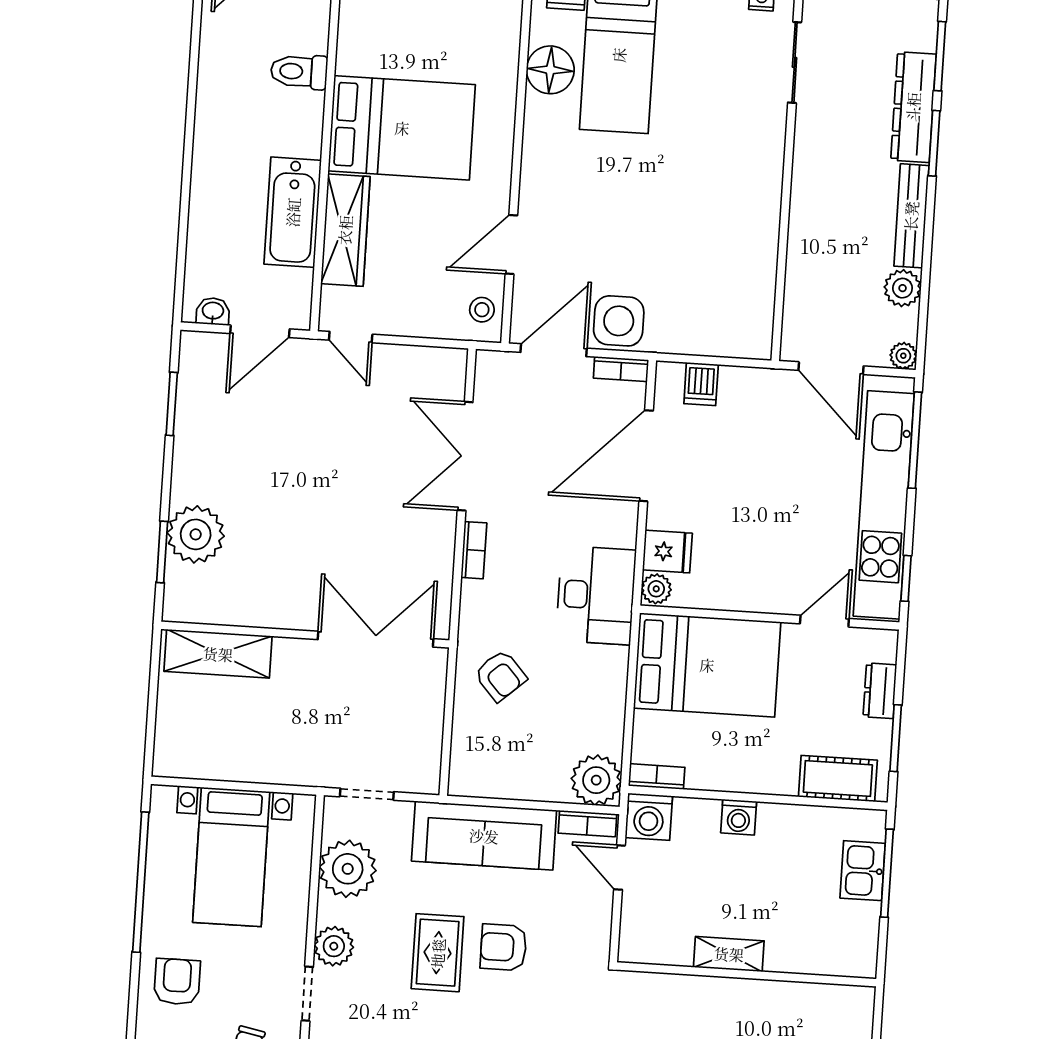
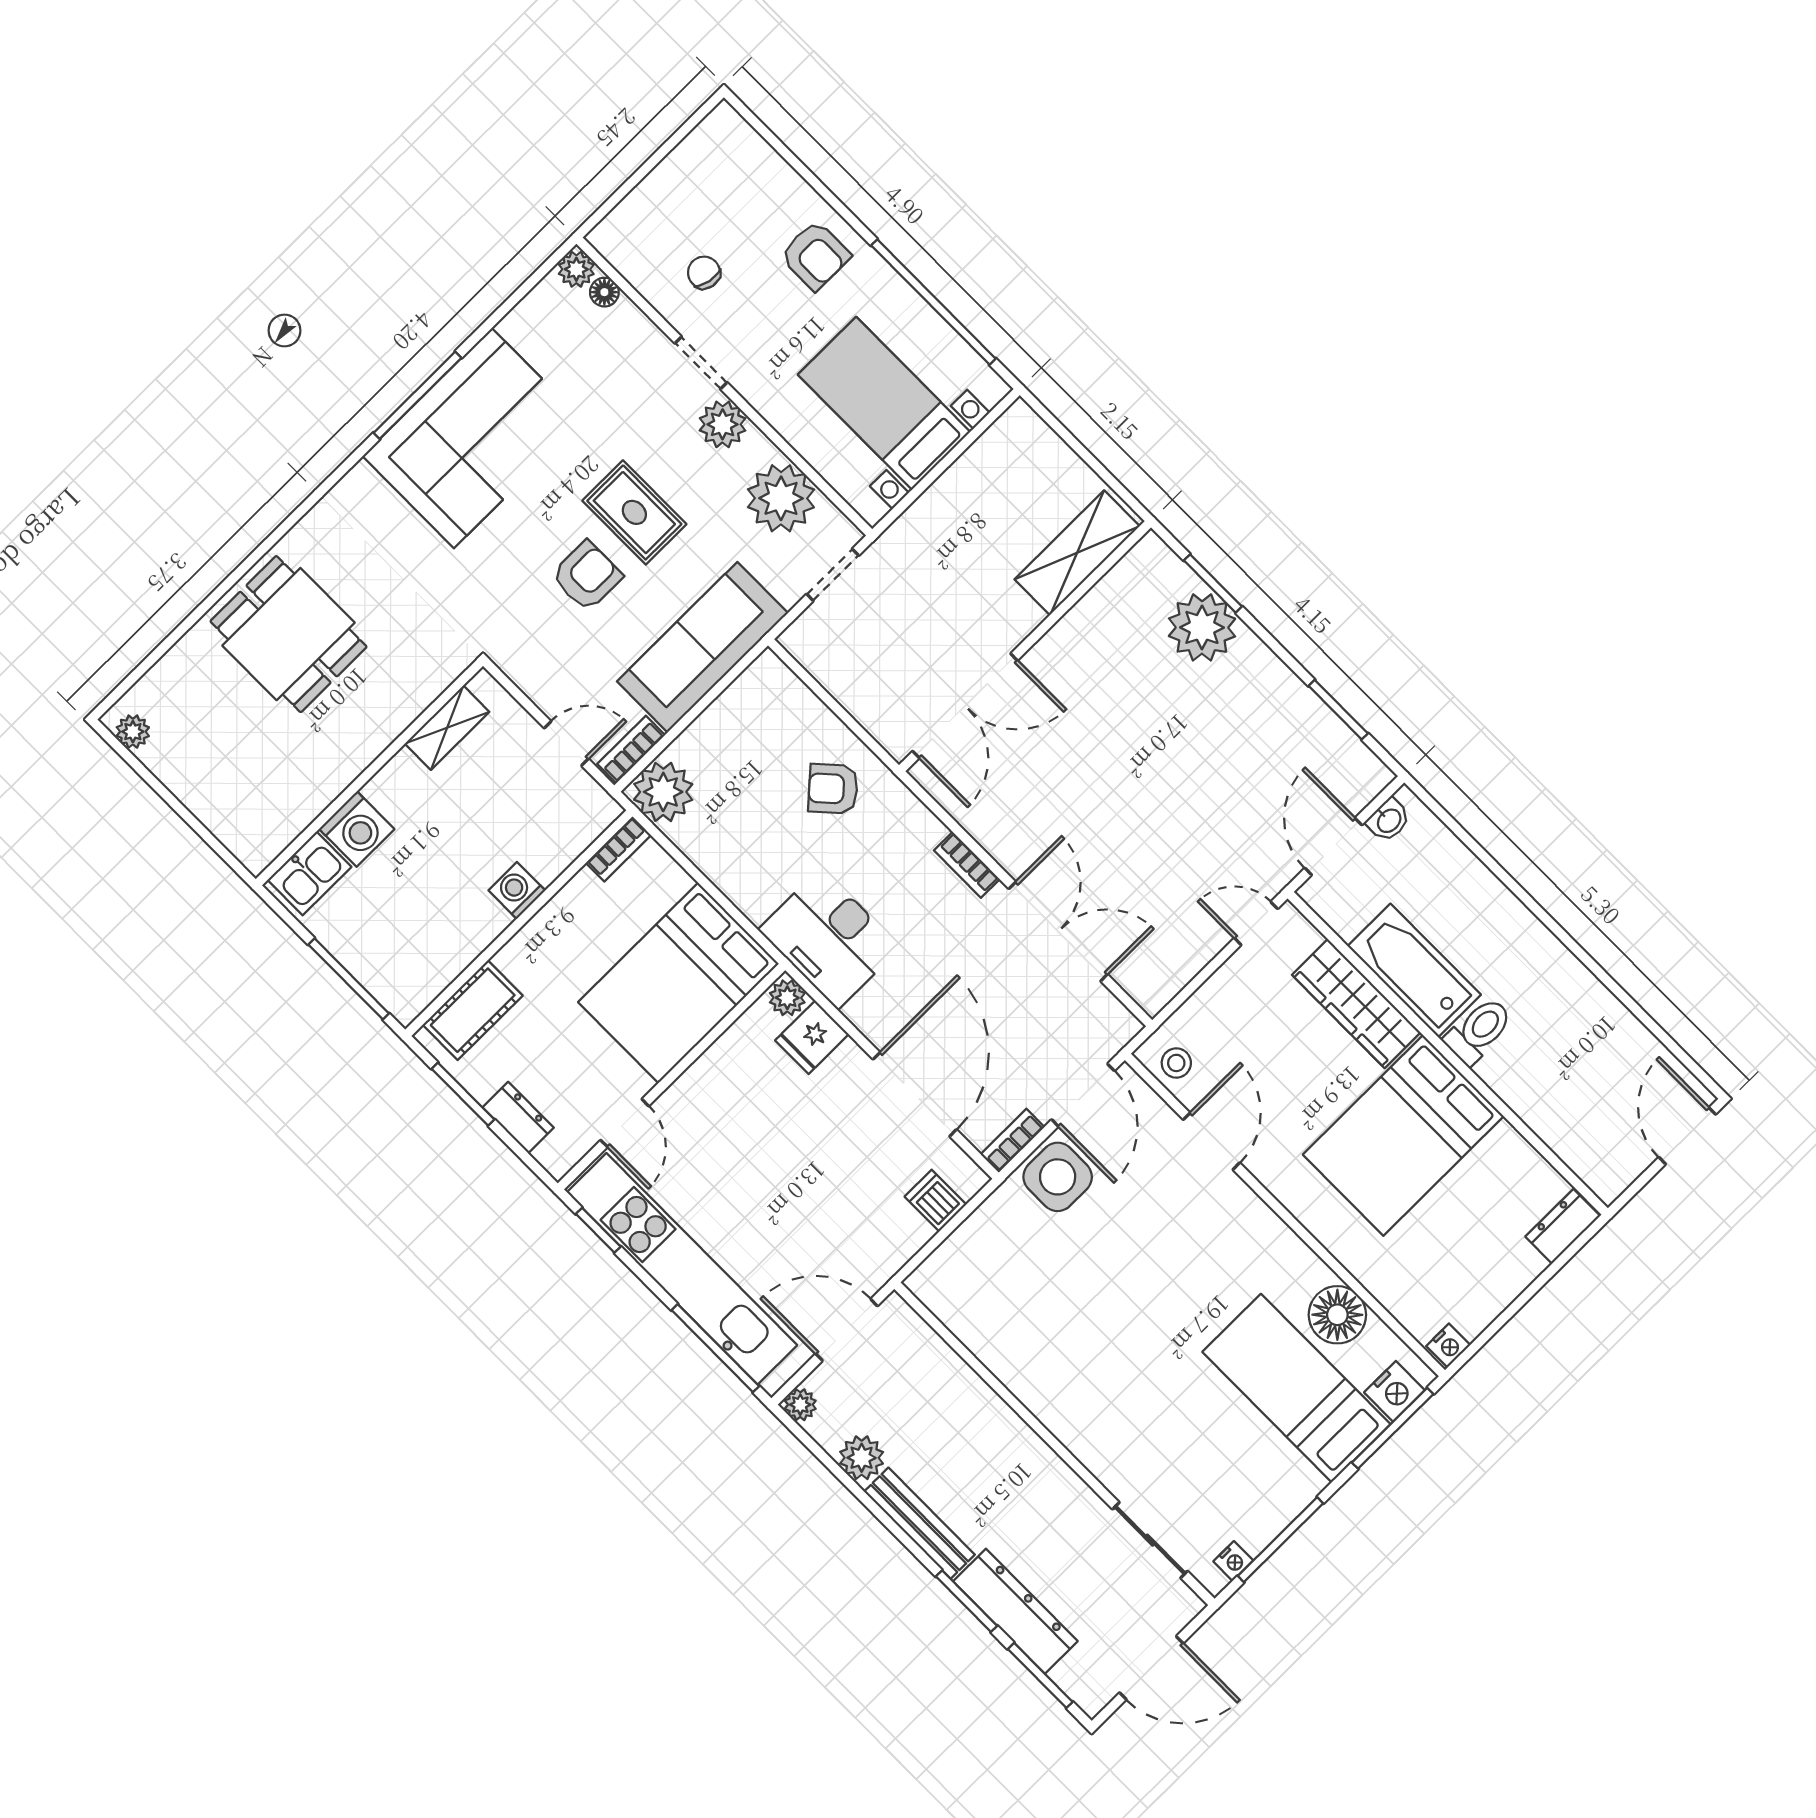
toilet: (299, 72) -> (1479, 1031), moved
washing machine: (649, 817) -> (357, 829), moved, turned 180
kitchen sink: (863, 871) -> (309, 873), moved, turned 90
shelving: (729, 954) -> (447, 728), moved

